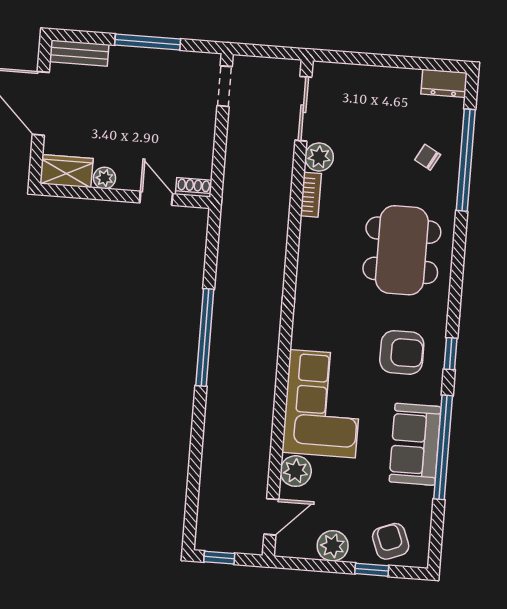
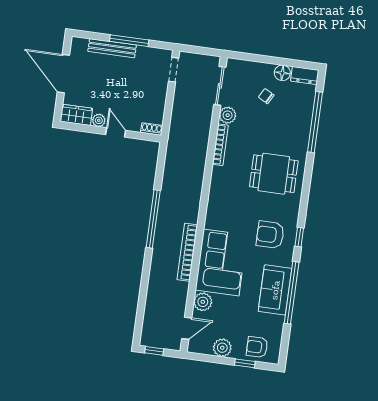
bench: (79, 53) -> (112, 48), moved, width x1.36
floor lamp: (406, 81) -> (282, 73), added
chair: (428, 157) -> (266, 96), moved
bookcase: (311, 195) -> (220, 145), width x1.56
door: (156, 198) -> (116, 132), moved
dining table: (402, 250) -> (274, 174), width x0.73
armchair: (402, 352) -> (270, 235), turned 180
bookcase: (265, 390) -> (187, 252), added
armchair: (391, 541) -> (257, 347), turned -69

